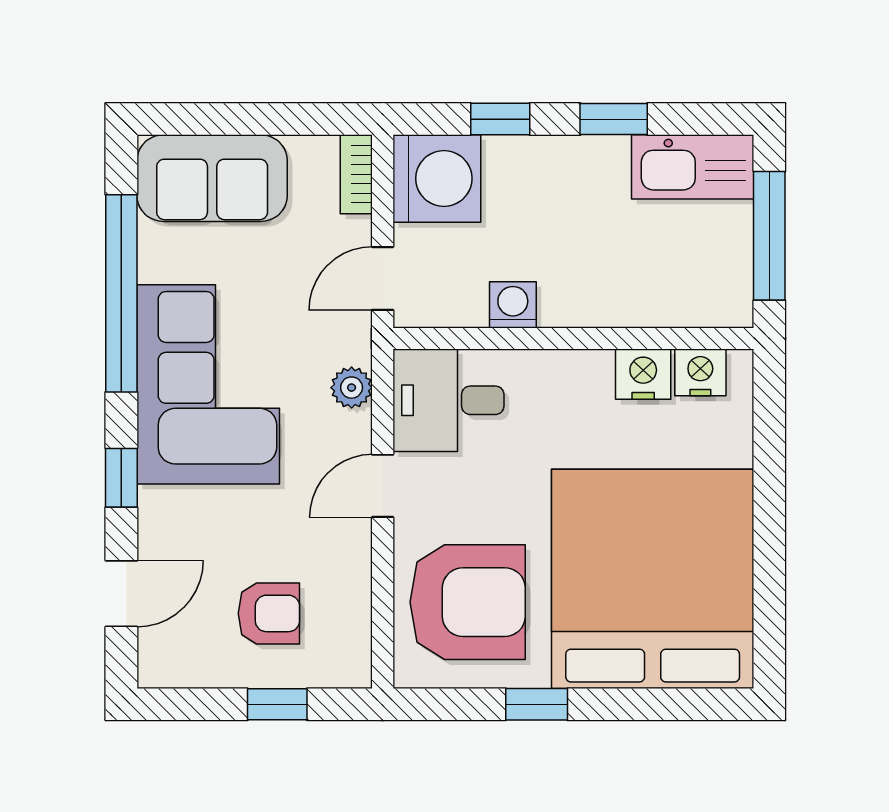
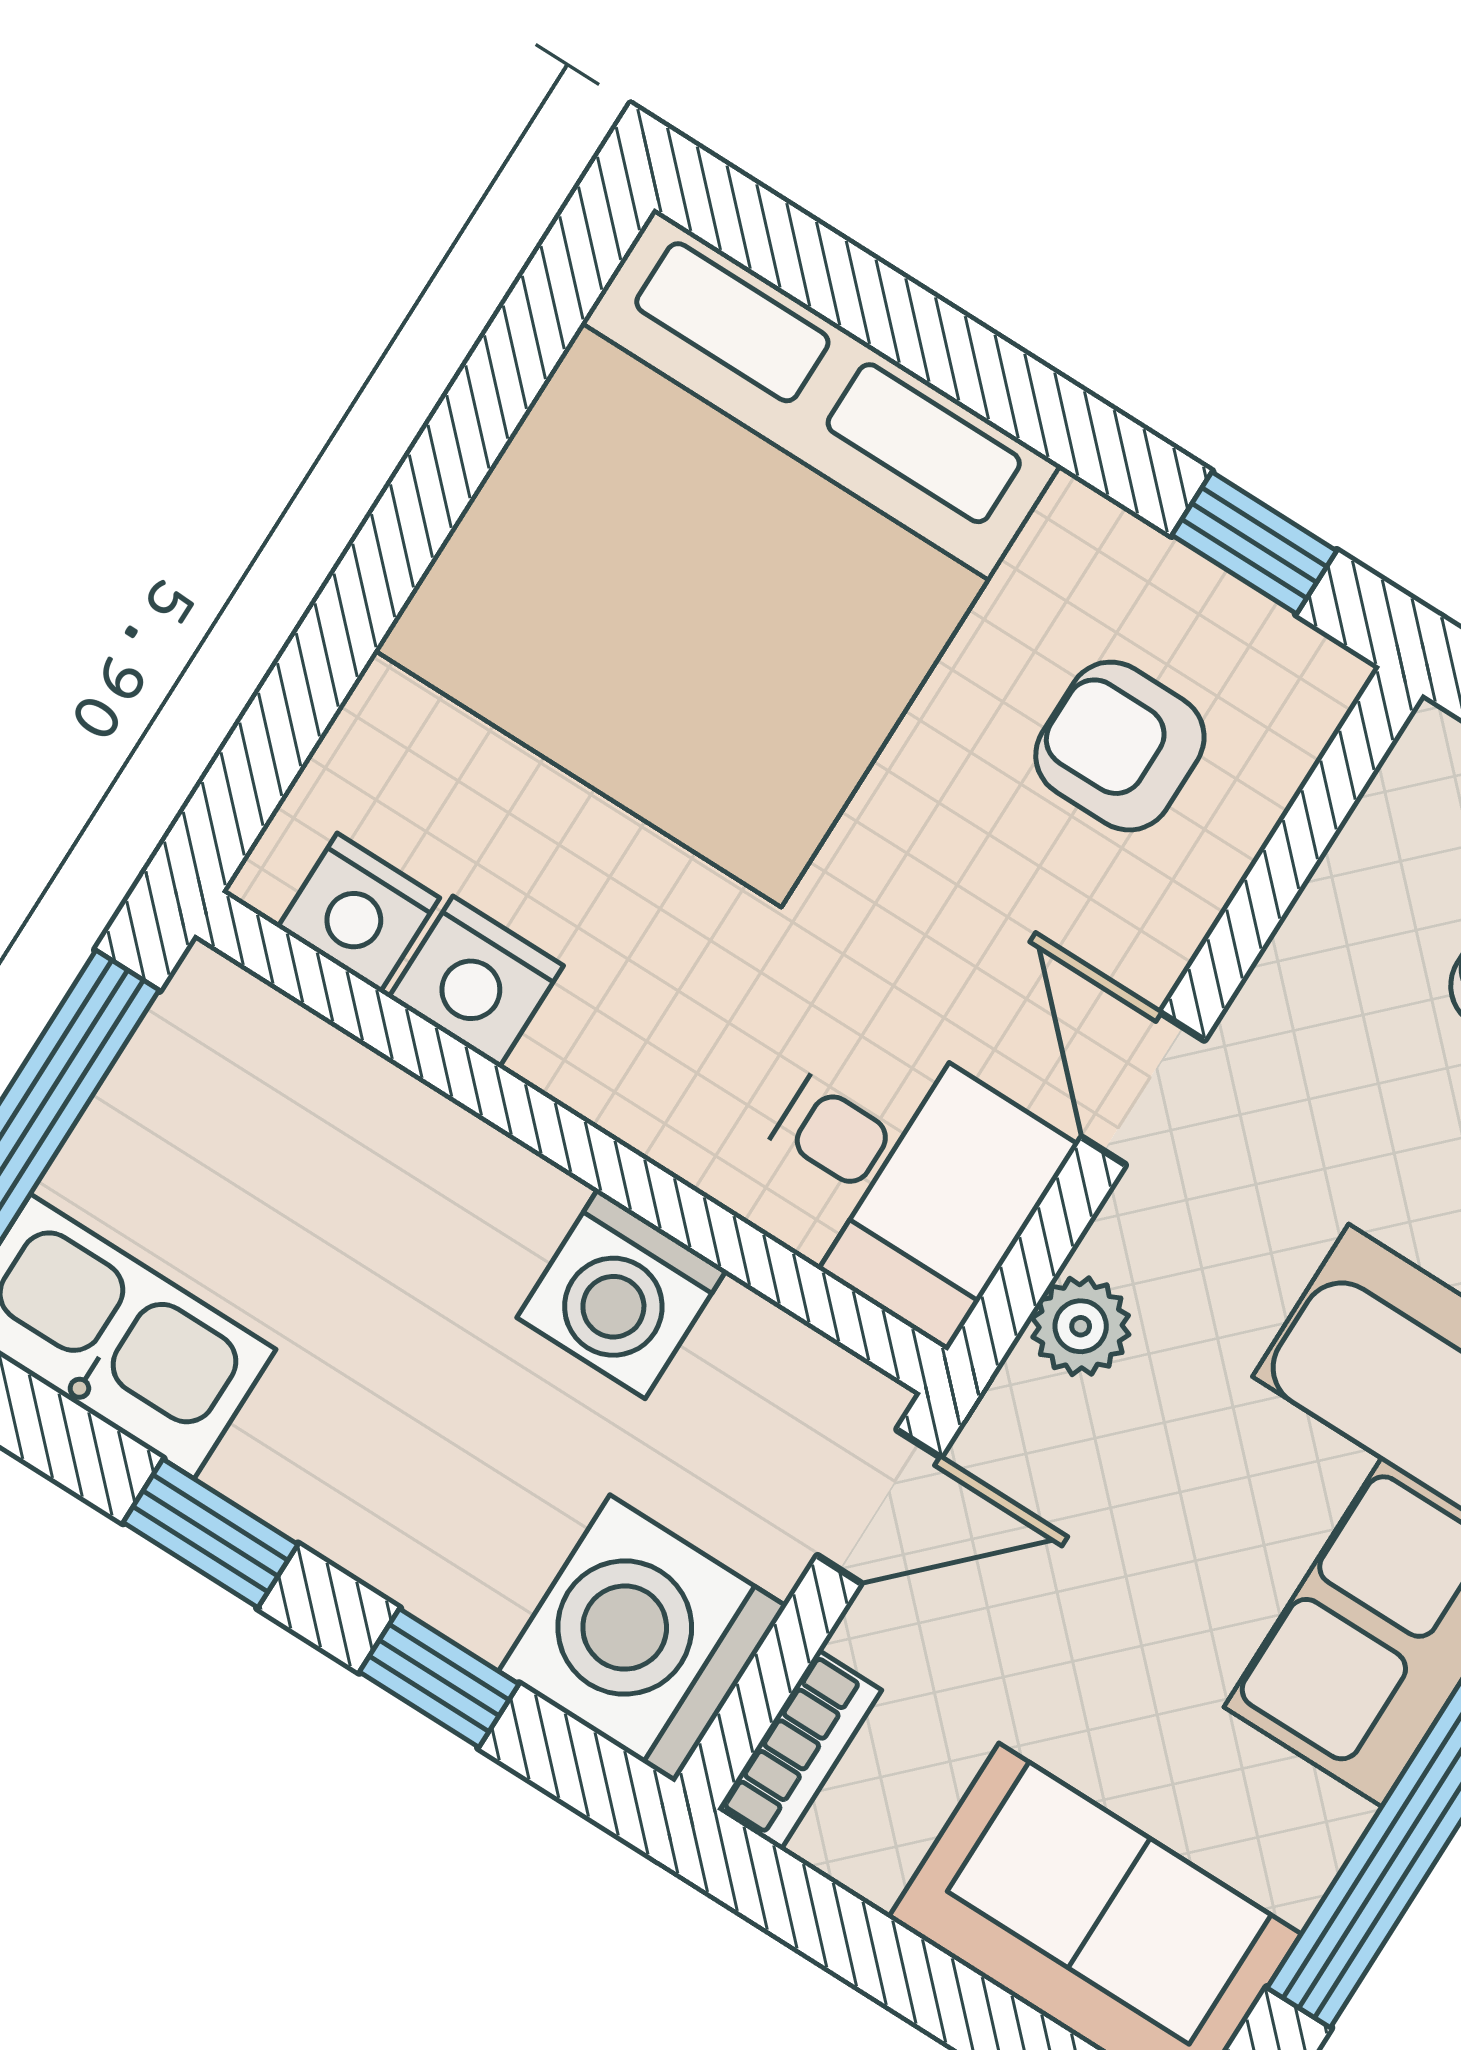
washing machine: (513, 305) -> (622, 1294), width x1.38, depth x1.38
door: (383, 486) -> (1143, 1089), swing flipped
armchair: (468, 602) -> (1120, 746), width x0.53, depth x0.53
window: (537, 704) -> (1254, 543), moved

